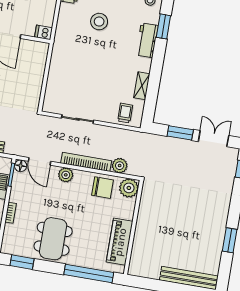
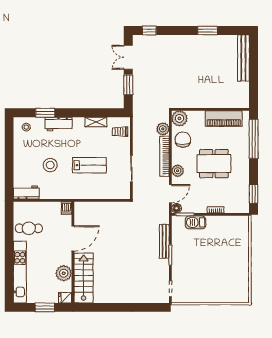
lab bench: (91, 69) -> (89, 165), added
dining table: (53, 239) -> (214, 164), moved

